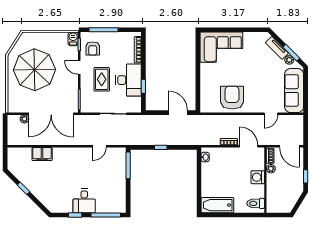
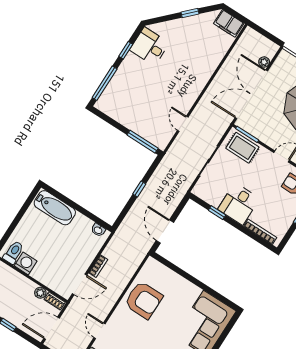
rug: (102, 79) -> (242, 148), moved
desk: (129, 80) -> (239, 204), width x0.73
door: (178, 113) -> (165, 231), swing flipped
filing cabinet: (42, 154) -> (229, 23), moved, turned -90
washing machine: (258, 177) -> (26, 263), moved
desk: (84, 201) -> (149, 47), moved
bathtub: (217, 205) -> (55, 208), moved, turned 90

